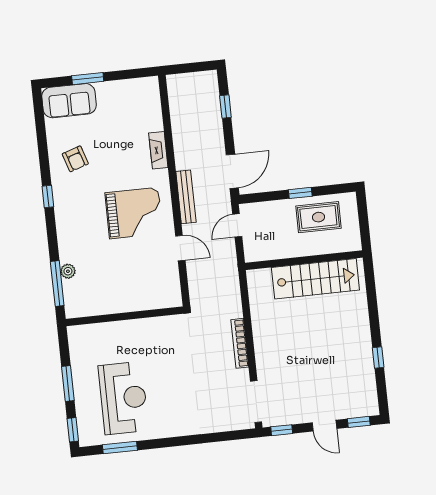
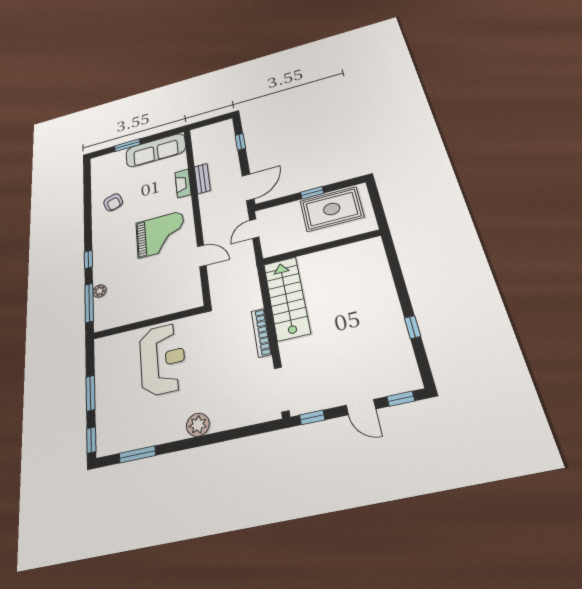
sofa: (69, 101) -> (156, 150), moved, width x1.36
window: (48, 196) -> (88, 259), moved
bench: (186, 197) -> (202, 179), moved, width x0.73
rug: (318, 217) -> (332, 209), width x1.36, depth x1.43
stairs: (315, 279) -> (287, 298), moved, turned -90
reception desk: (123, 398) -> (162, 359), moved
plant: (177, 426) -> (198, 425), added

